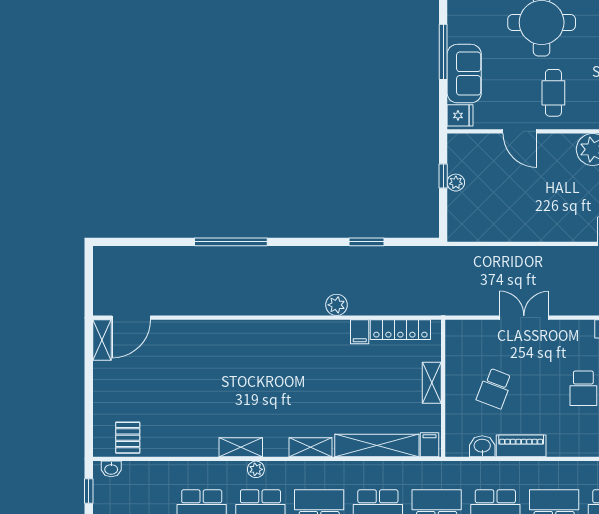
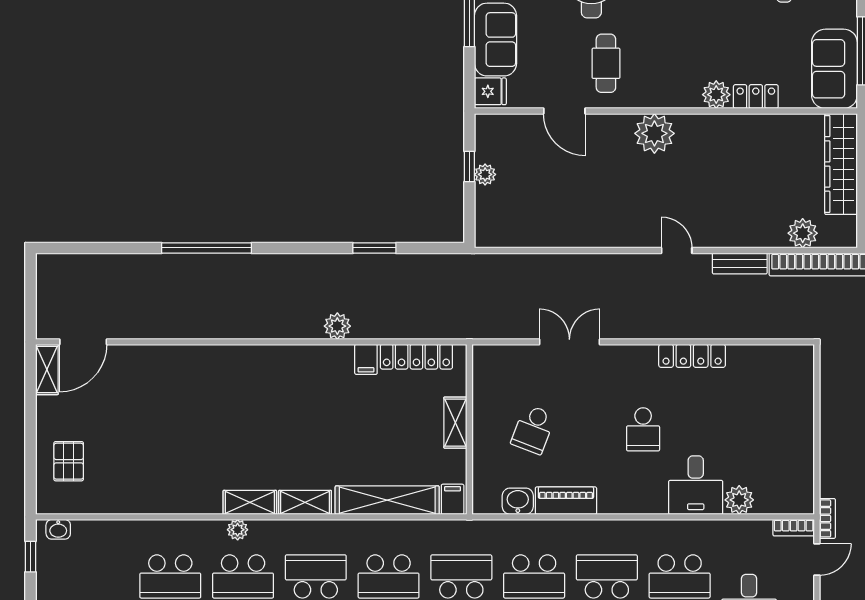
pallet: (128, 438) -> (69, 461), moved
shelving: (241, 447) -> (250, 502), moved

